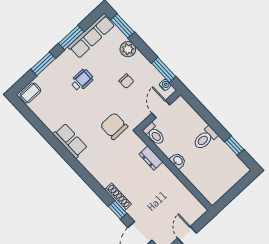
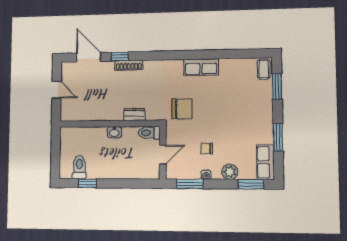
row of seats: (91, 36) -> (265, 162), width x0.68
window: (43, 64) -> (277, 86), moved
wheelchair: (82, 80) -> (238, 116), removed
water cooler: (165, 85) -> (206, 175), moved
door: (161, 109) -> (163, 155), hinge flipped
toilet: (205, 138) -> (79, 167), moved

